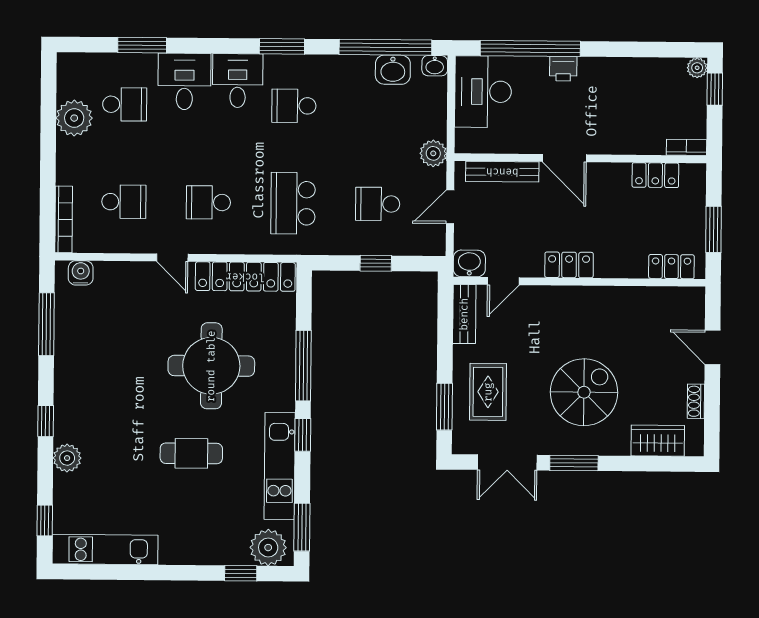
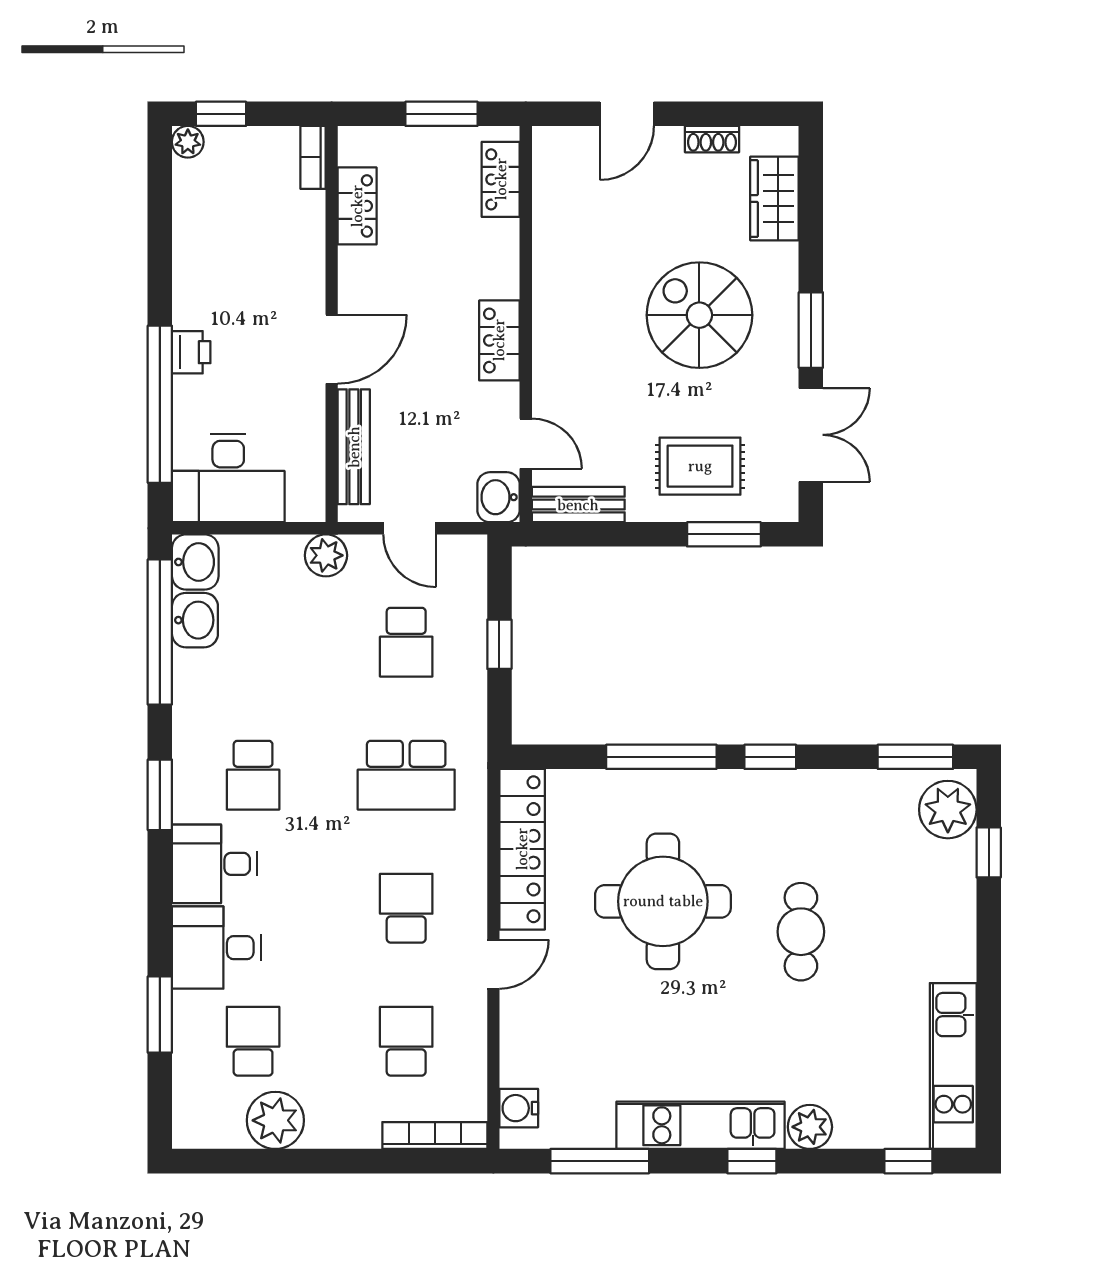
washbasin: (435, 66) -> (195, 562), width x1.38, depth x1.45
school desk: (208, 202) -> (406, 908), turned 180
kitchen unit: (280, 466) -> (700, 1125), moved, turned 180

